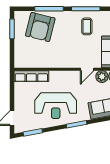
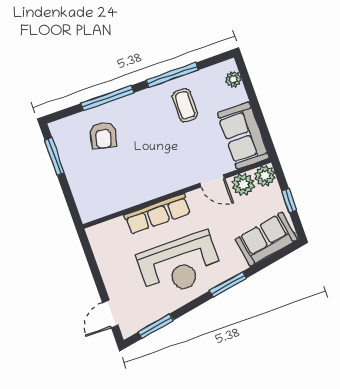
armchair: (40, 27) -> (103, 136), width x0.53, depth x0.53
door: (87, 69) -> (212, 181), hinge flipped
row of seats: (31, 76) -> (157, 214), moved

